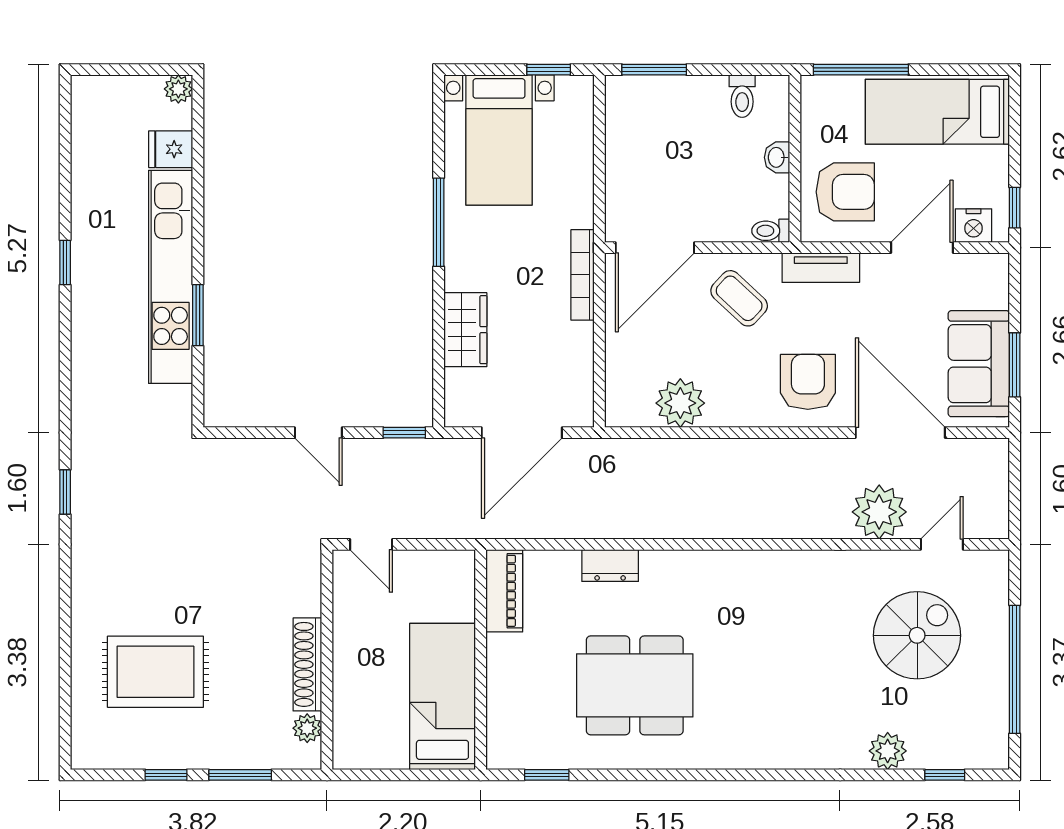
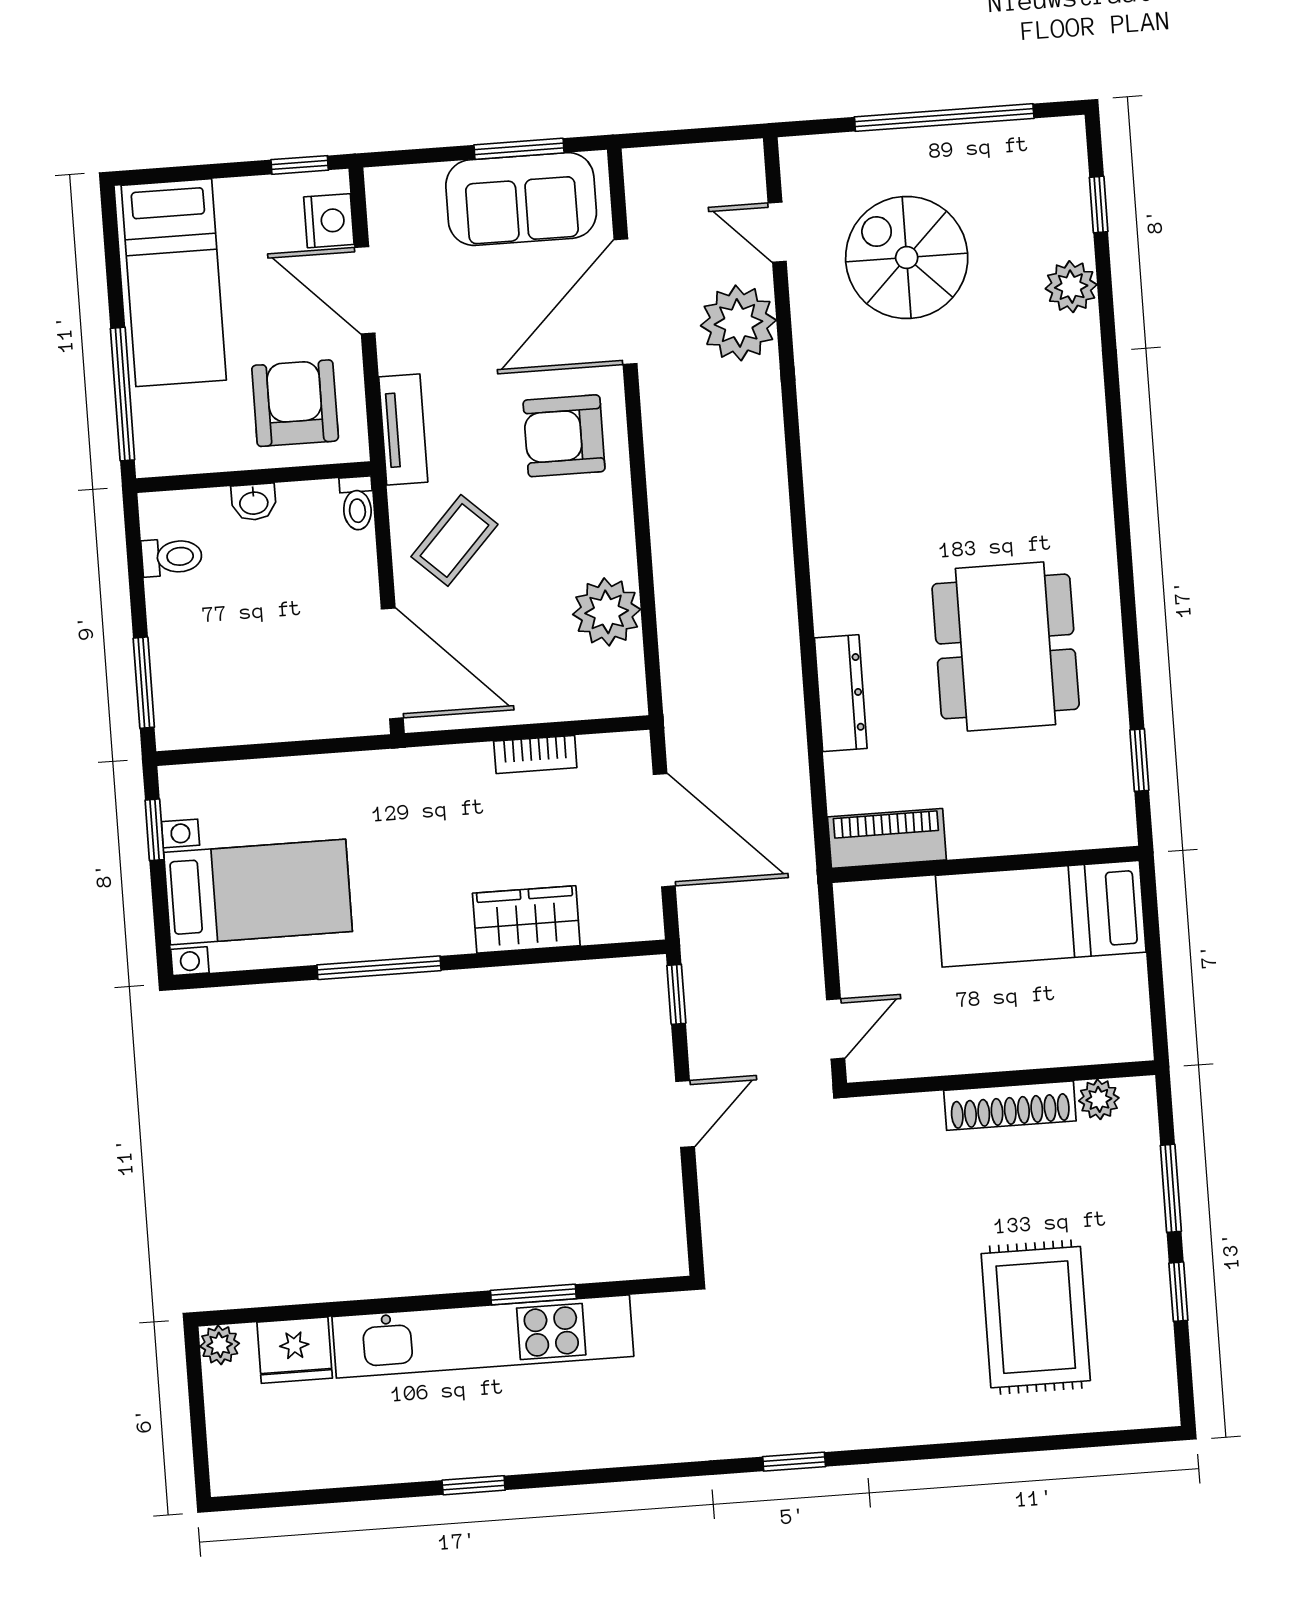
fridge: (171, 149) -> (295, 1350), width x1.38
bookcase: (582, 275) -> (535, 754), moved, width x0.64
dresser: (610, 566) -> (841, 693), width x1.44

